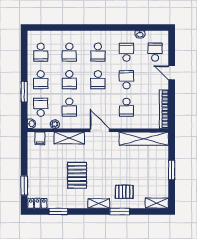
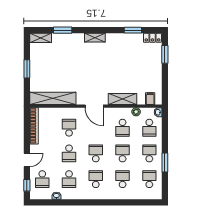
window: (172, 46) -> (27, 185), added
door: (172, 73) -> (27, 160), hinge flipped
window: (24, 92) -> (165, 163), moved
school desk: (69, 107) -> (123, 128), turned 180
pallet: (77, 175) -> (115, 64), removed
pallet: (124, 192) -> (71, 48), removed
window: (120, 212) -> (63, 30), moved

